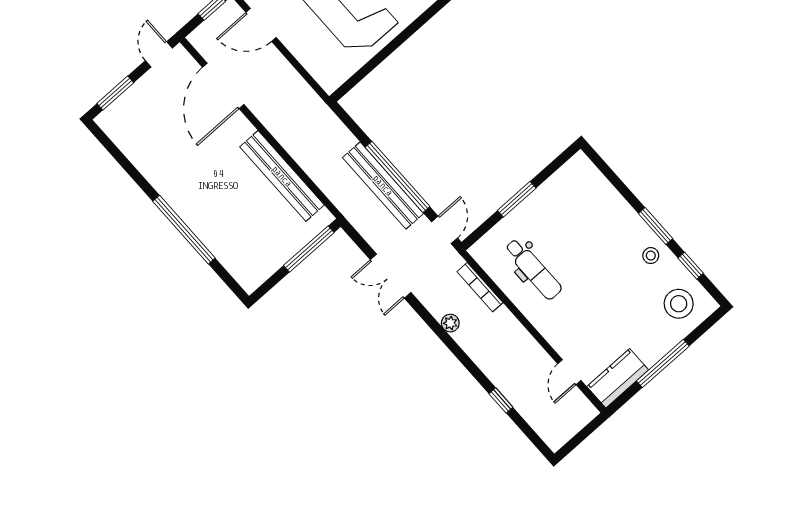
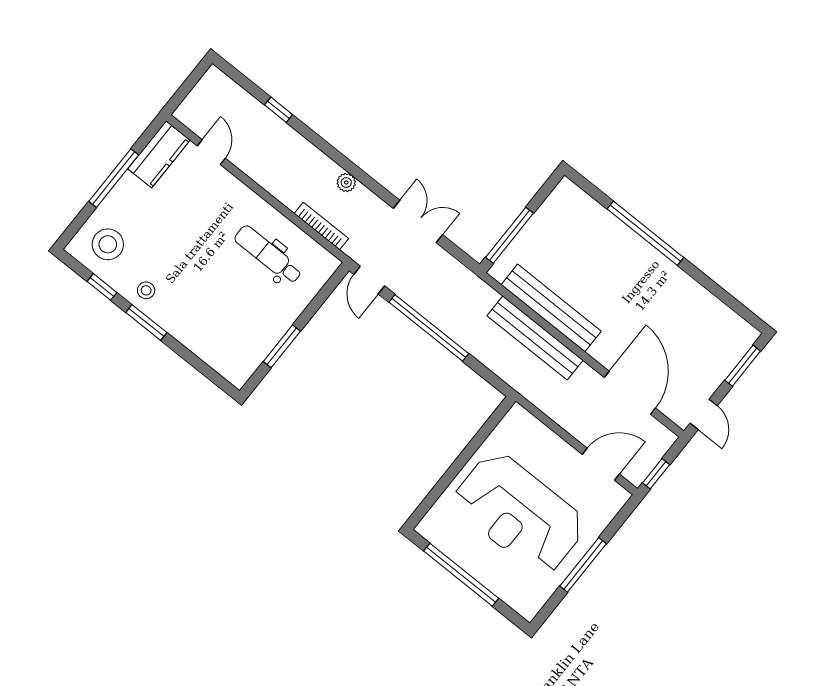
bench: (383, 185) -> (535, 338), moved
window: (517, 199) -> (282, 346), moved

